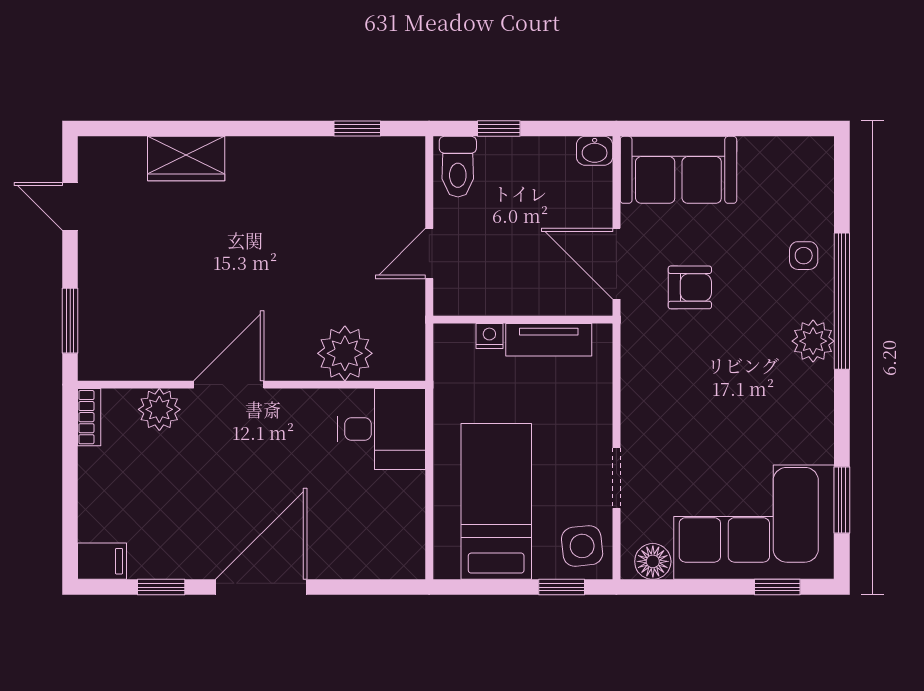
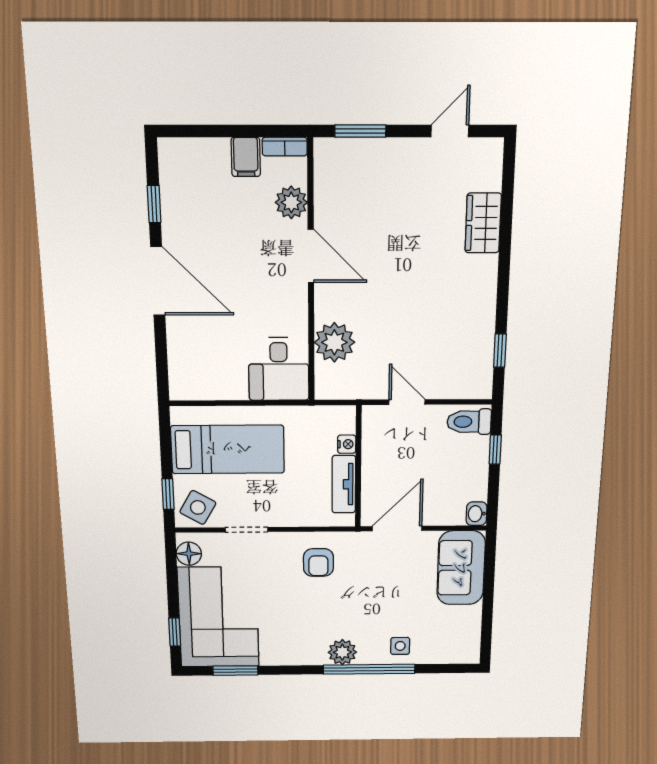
armchair: (690, 287) -> (318, 562), moved
side table: (582, 546) -> (198, 507), turned 36
filing cabinet: (102, 561) -> (246, 157), moved

